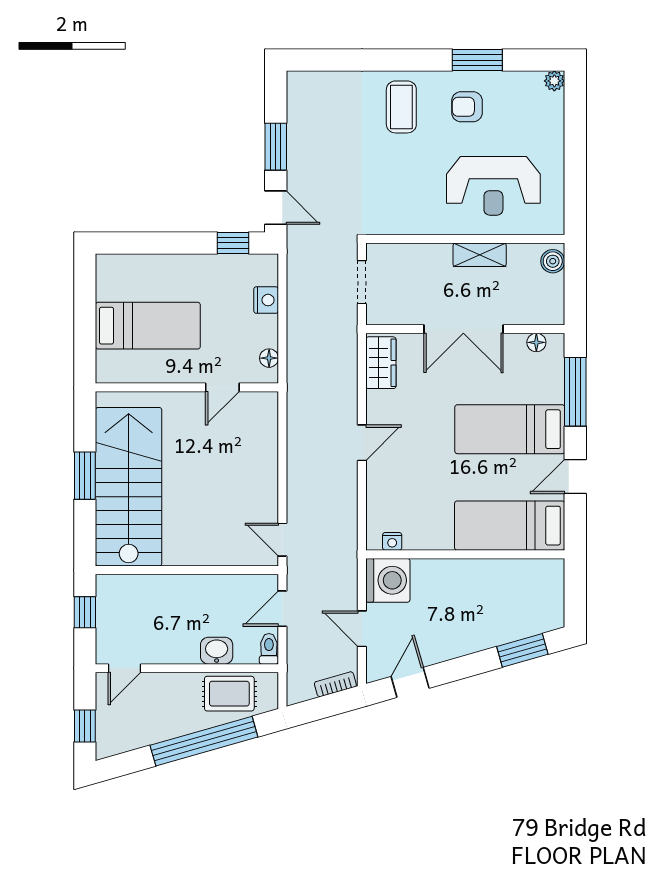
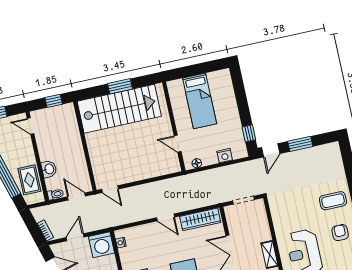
wardrobe: (381, 363) -> (200, 219), width x1.50
door: (282, 540) -> (110, 189), swing flipped

